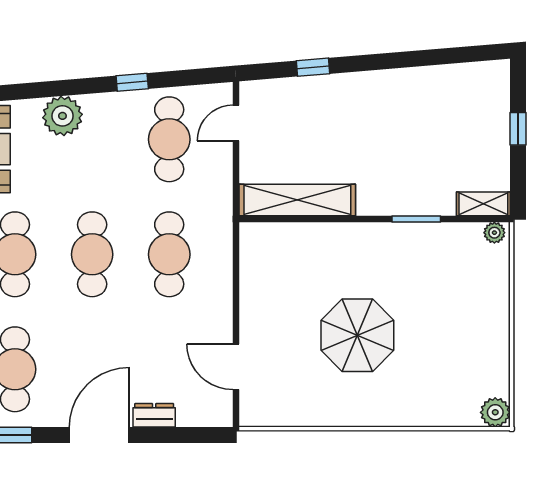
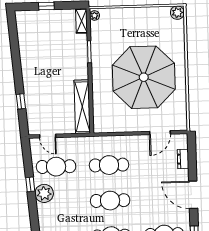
plant: (62, 116) -> (44, 193), moved
parasol: (357, 335) -> (144, 77), width x1.86, depth x1.86
dresser: (154, 415) -> (183, 159), moved

